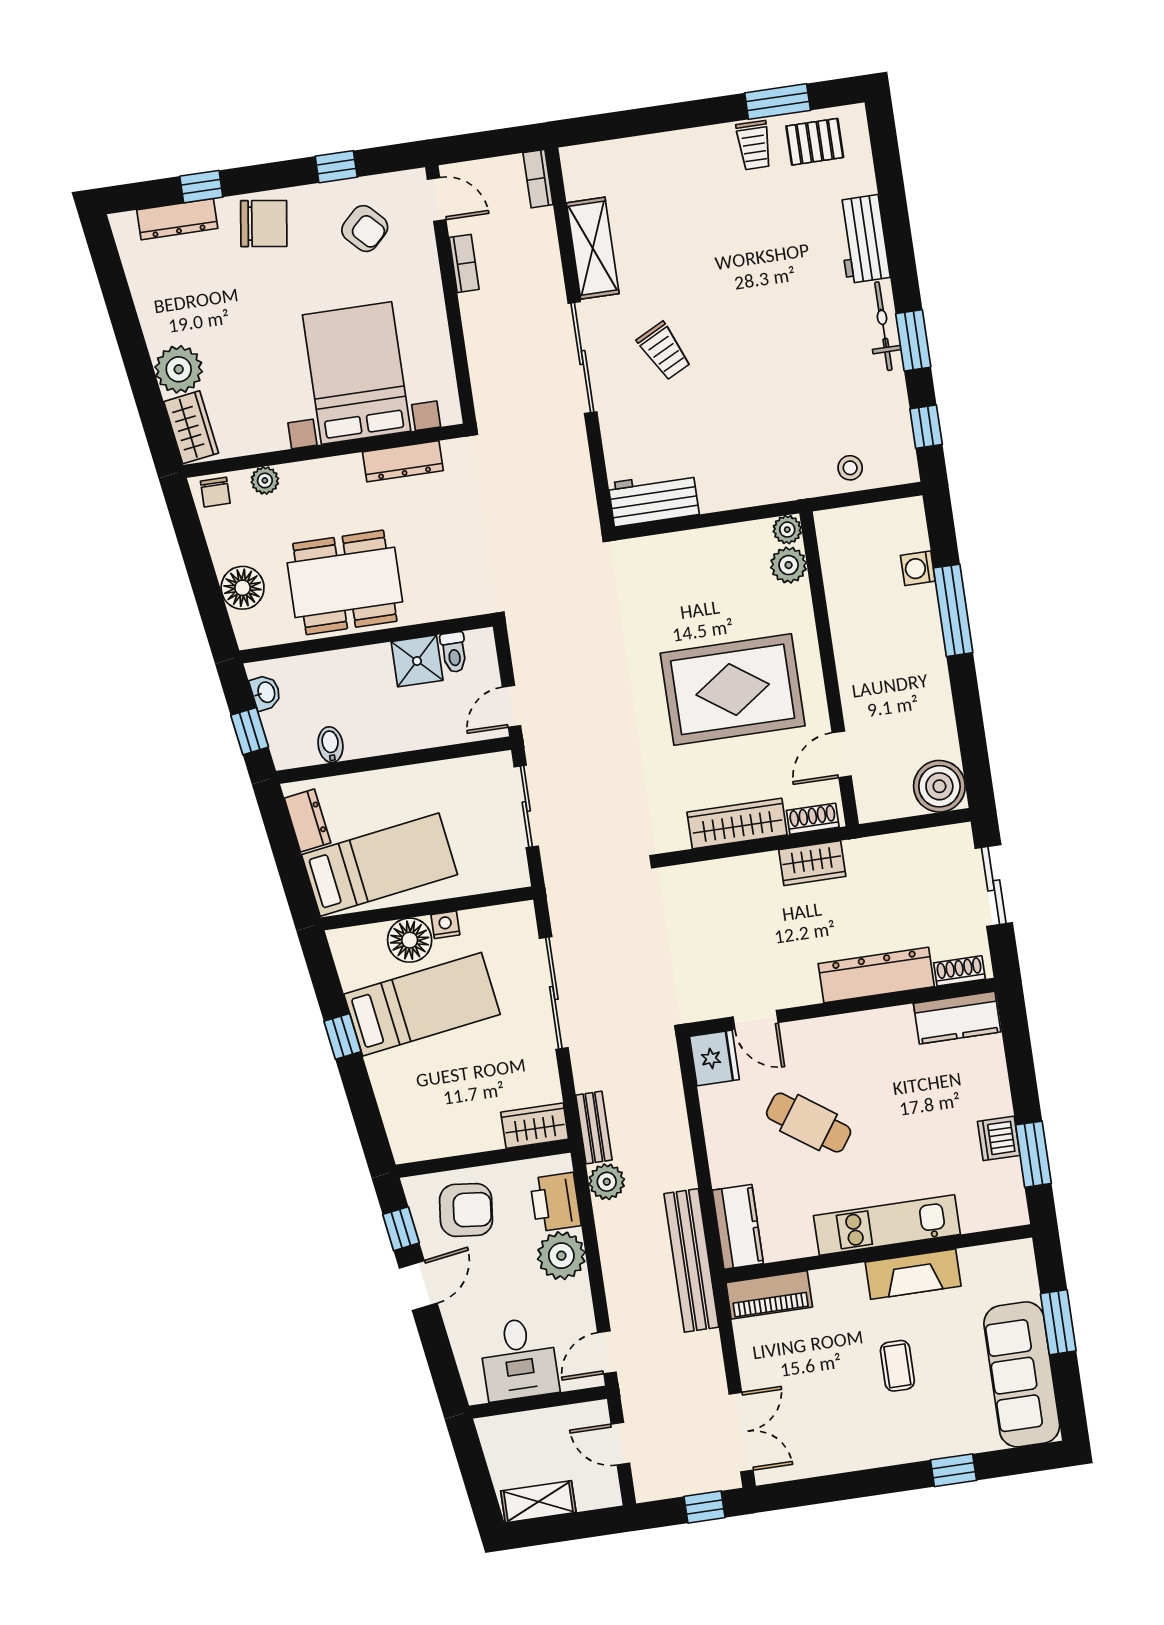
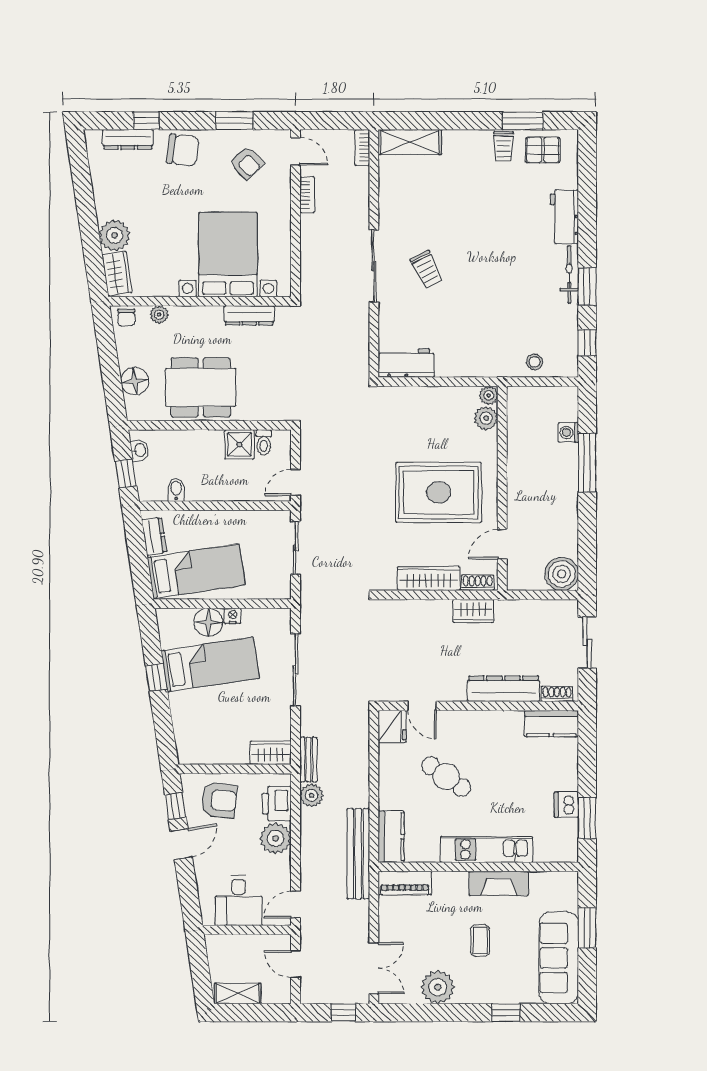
window: (336, 167) -> (234, 121), width x1.50
shelving: (593, 248) -> (410, 142), moved, turned 90
plant: (843, 1447) -> (438, 987), added

